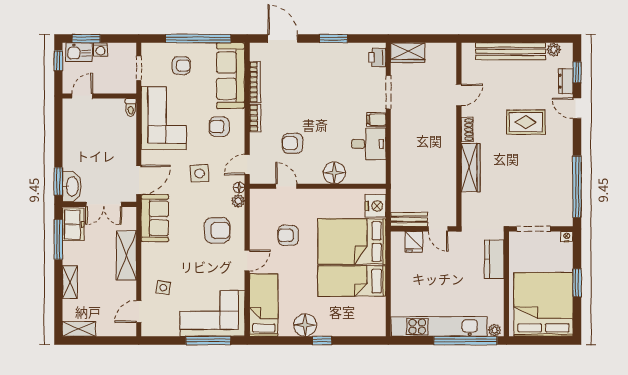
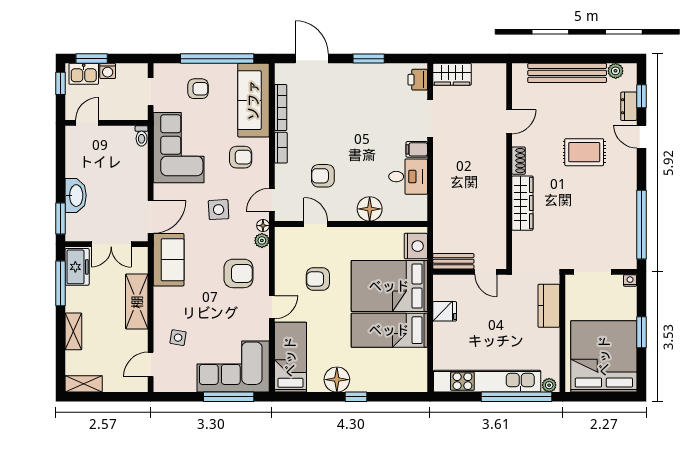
armchair: (219, 127) -> (241, 157), turned 180
washbasin: (72, 187) -> (76, 196), moved
fridge: (414, 242) -> (445, 311), moved, turned -90

